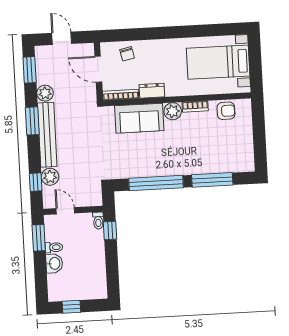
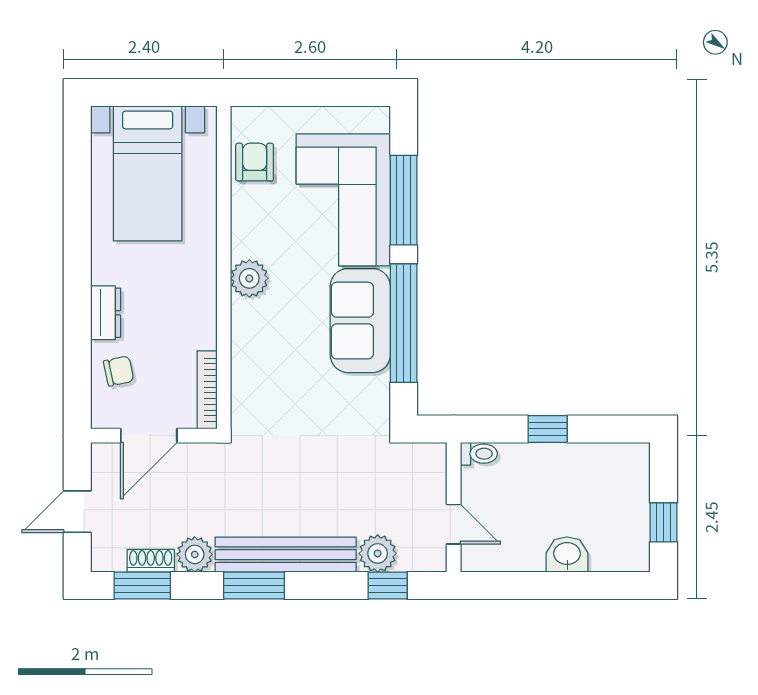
shoe rack: (41, 73) -> (151, 561), added
dresser: (152, 91) -> (106, 313), moved, turned 180
bookcase: (195, 107) -> (242, 229), removed
sofa: (139, 118) -> (360, 321), moved, turned 180
corner sofa: (211, 152) -> (343, 200), added
door: (65, 211) -> (454, 524), swing flipped
window: (110, 230) -> (548, 429), moved
window: (39, 238) -> (509, 586), removed
toilet: (54, 247) -> (532, 553), removed

